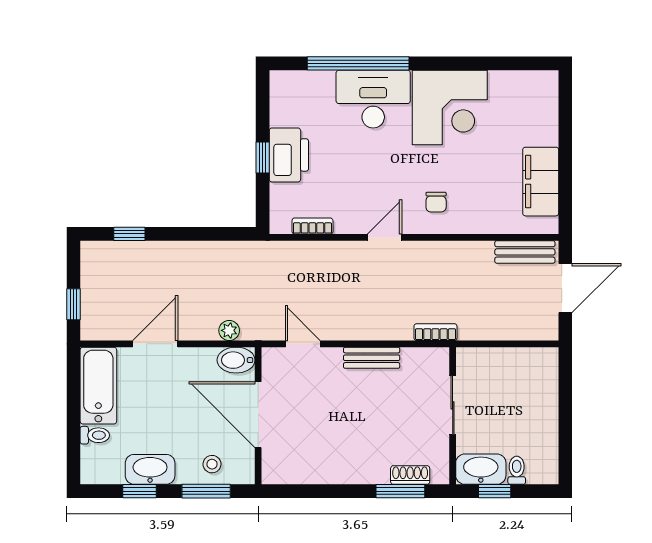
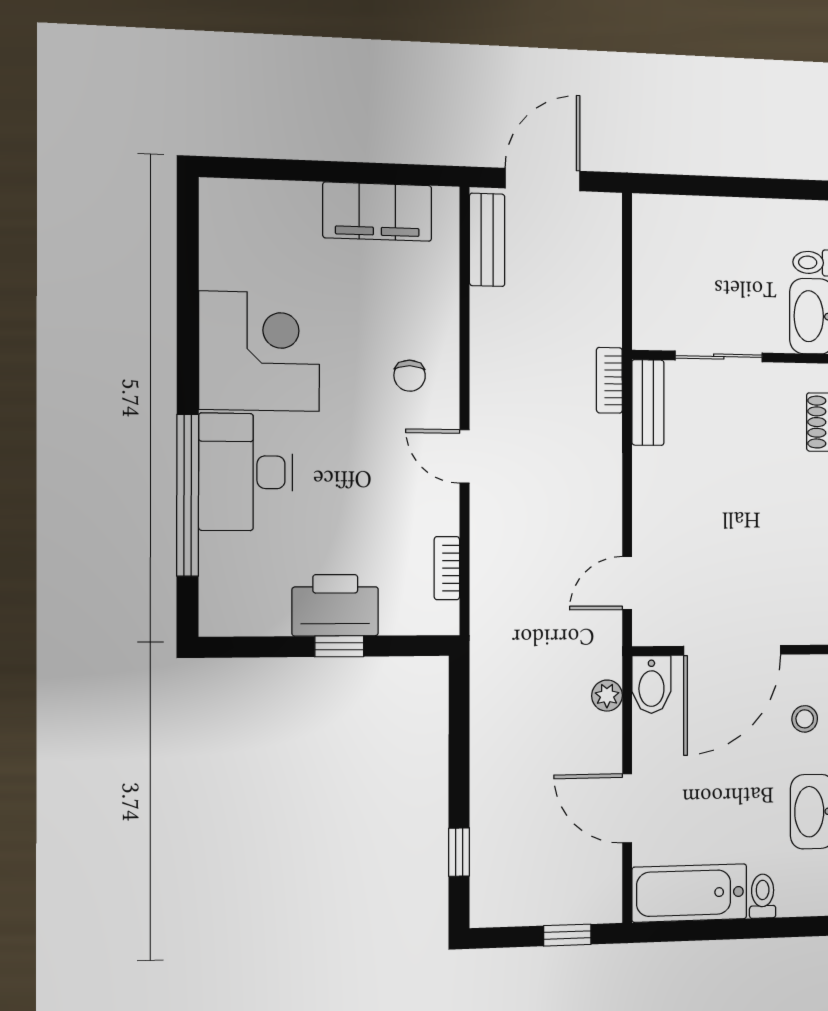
chair: (436, 202) -> (410, 376), turned 90
door: (565, 288) -> (543, 180), hinge flipped
bench: (372, 358) -> (648, 403), moved

